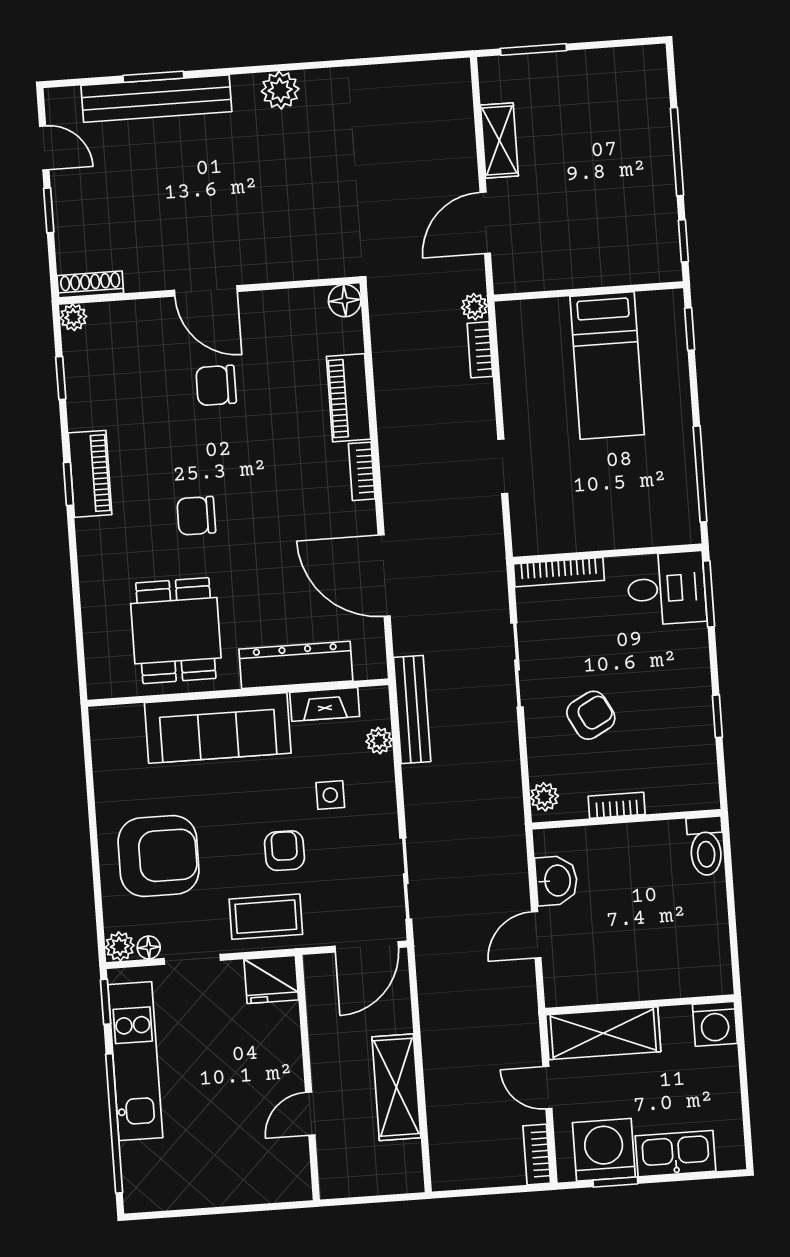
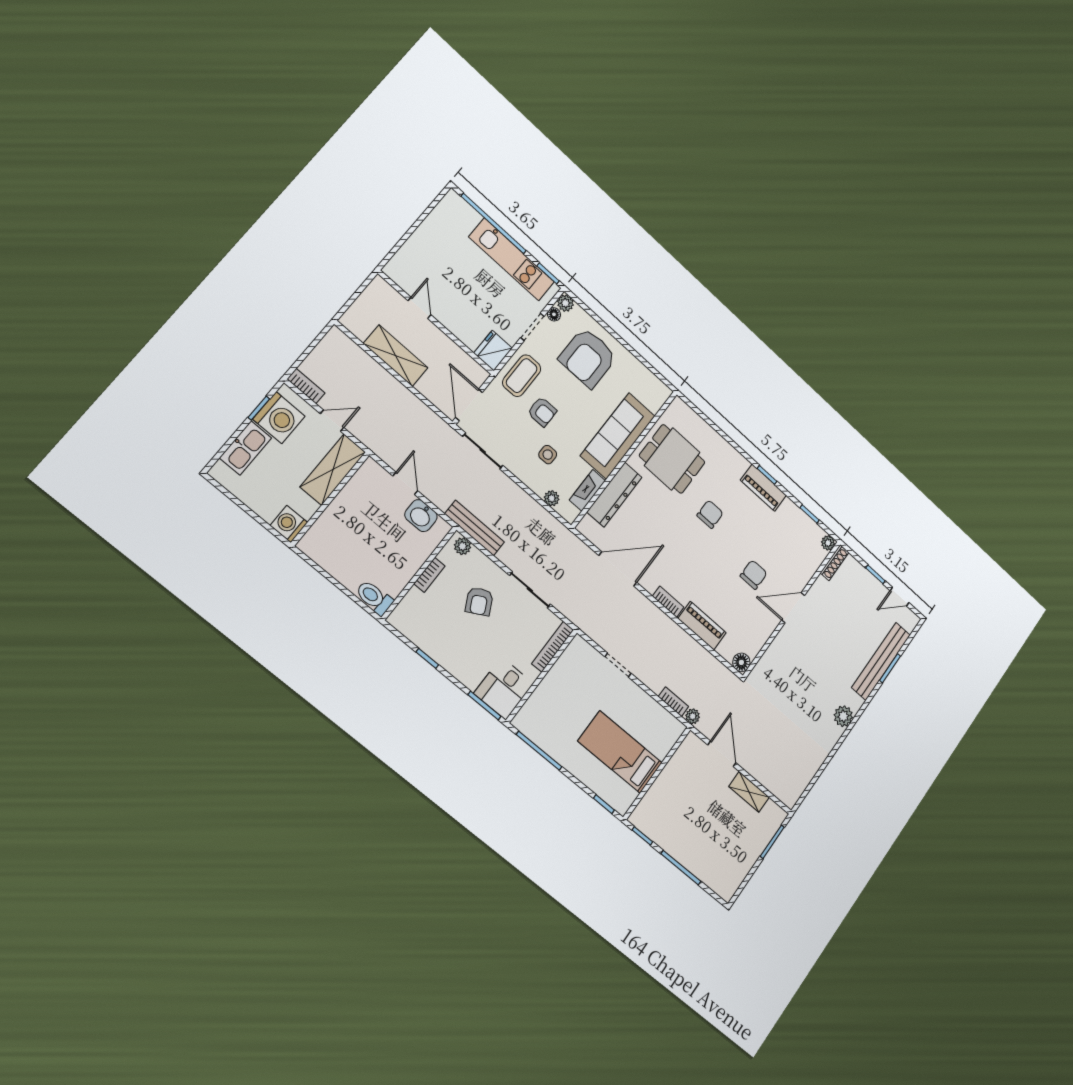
bench: (412, 710) -> (475, 528), moved

